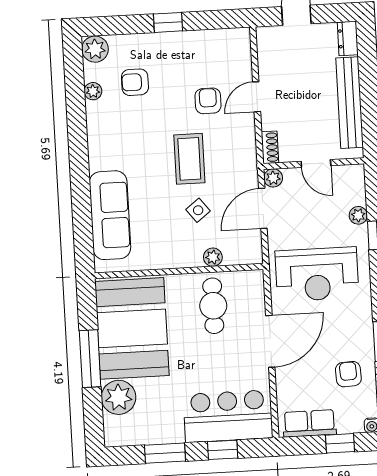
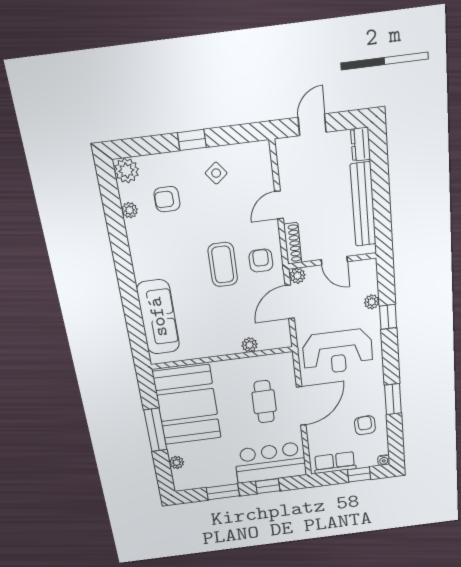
armchair: (208, 101) -> (261, 261), moved
shoe rack: (270, 147) -> (293, 243), width x1.43
side table: (198, 210) -> (216, 173), moved
cafe table: (213, 306) -> (264, 402), moved
plant: (119, 397) -> (177, 462), width x0.53, depth x0.53

